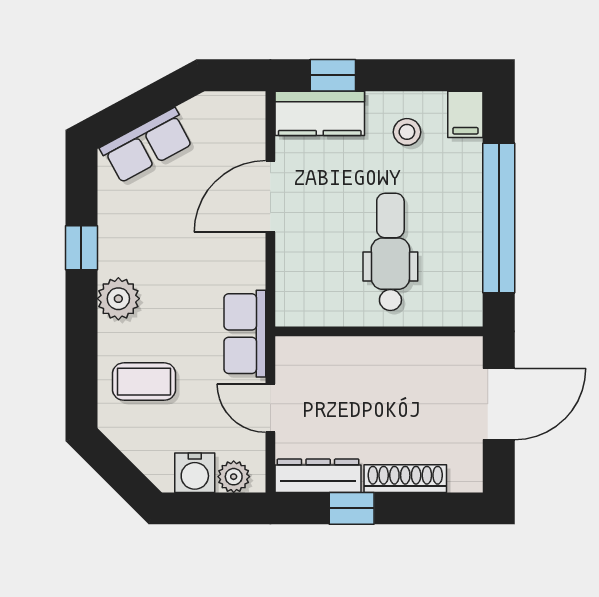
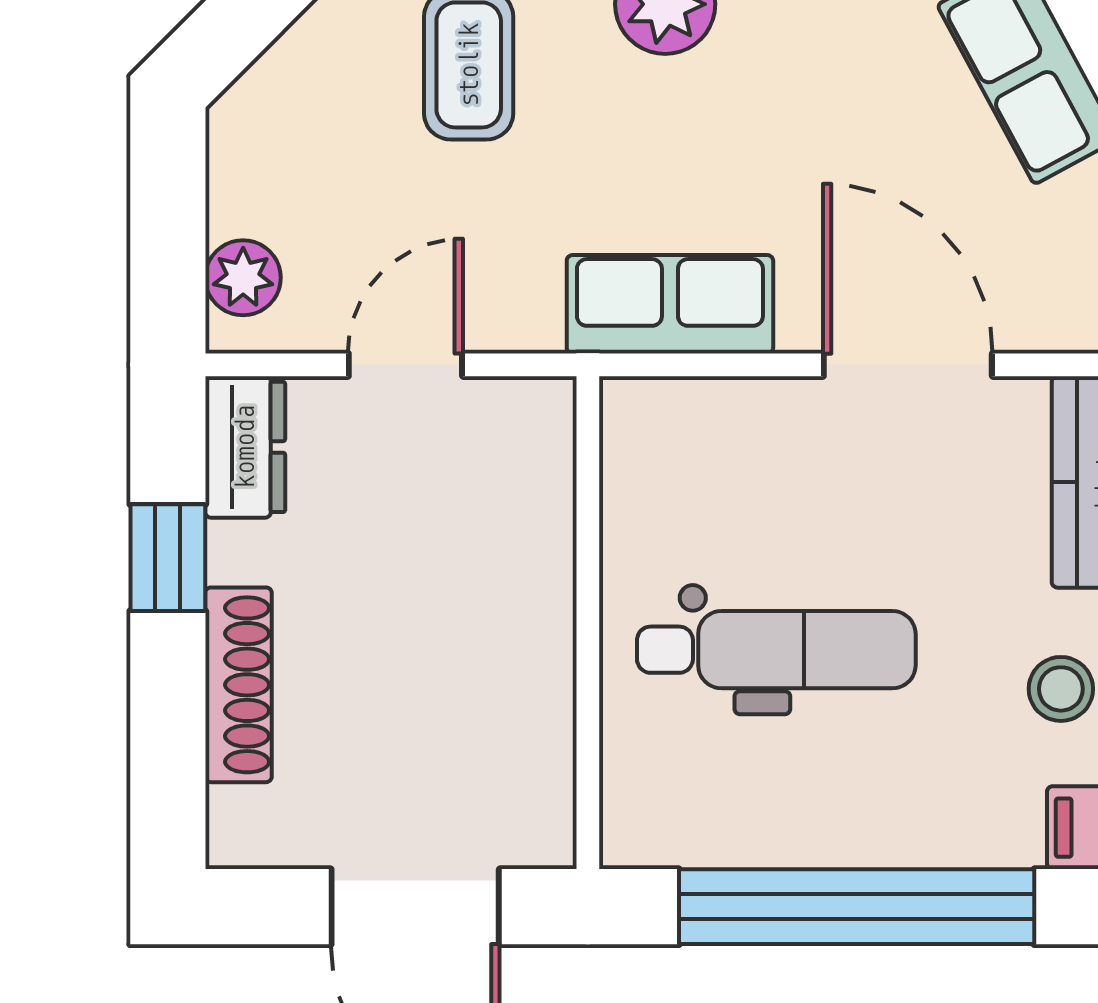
row of seats: (245, 334) -> (670, 304), moved
water cooler: (195, 473) -> (252, 185), removed
dresser: (318, 476) -> (245, 447), width x0.70

